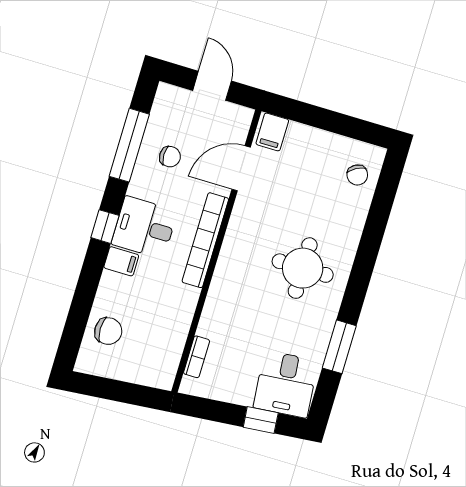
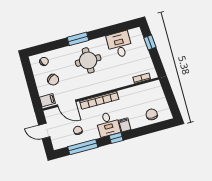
door: (212, 86) -> (44, 131), hinge flipped
chair: (308, 170) -> (53, 80), added
window: (339, 347) -> (78, 39), moved
desk: (286, 384) -> (120, 45), moved, turned -85

